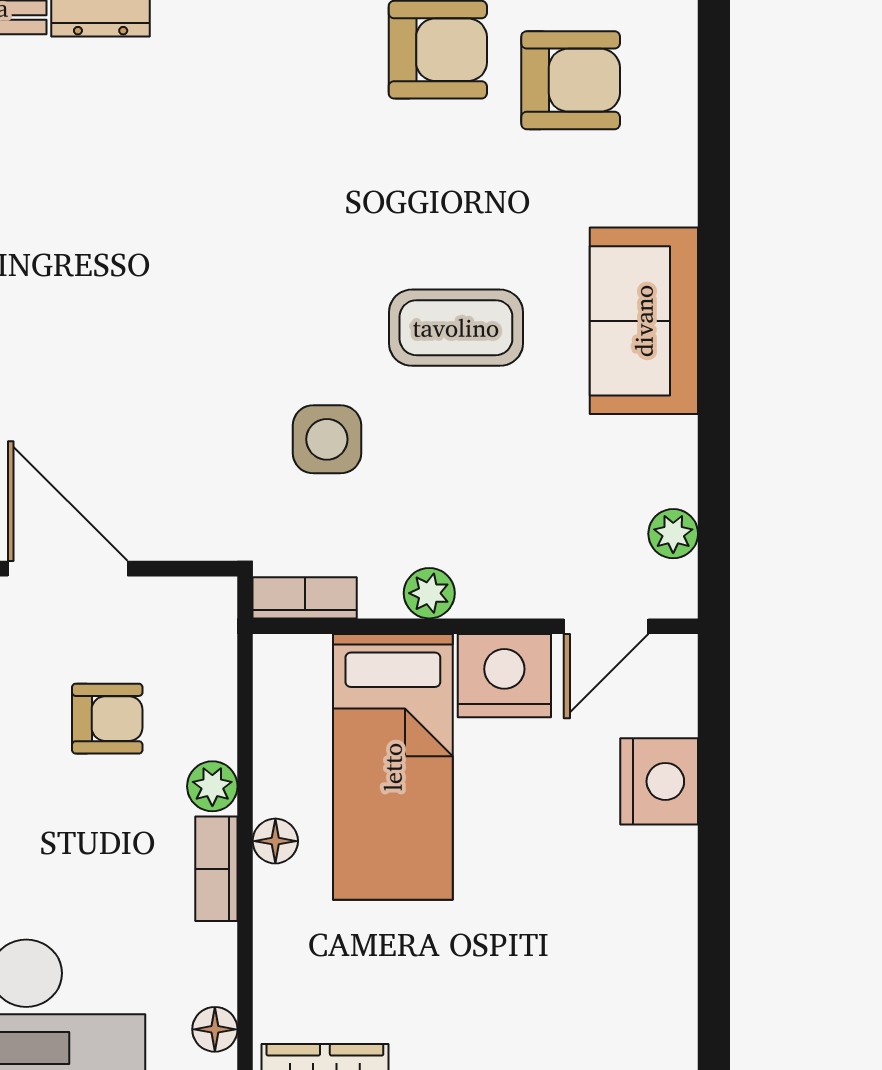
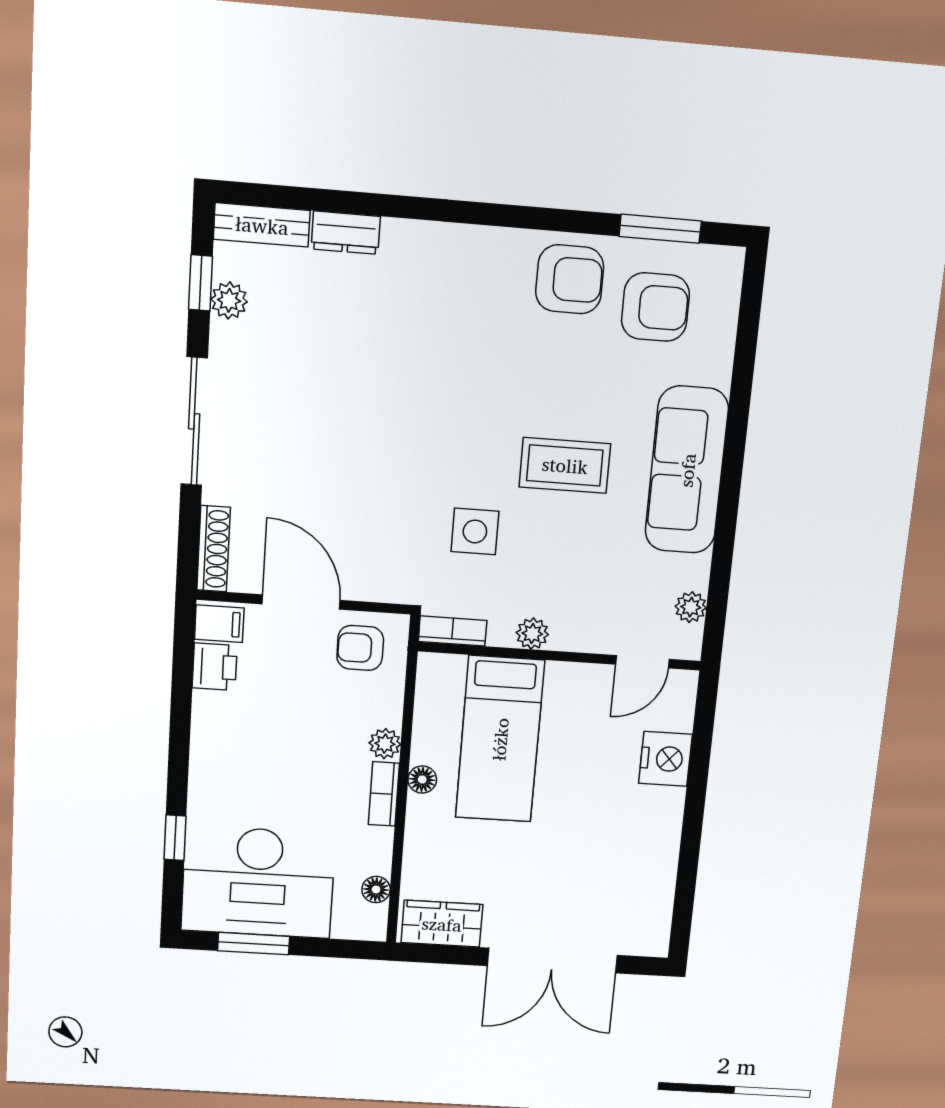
sofa: (644, 321) -> (687, 470), width x1.36
nightstand: (504, 676) -> (575, 688), removed
armchair: (107, 719) -> (360, 648), moved, turned 180

